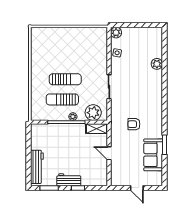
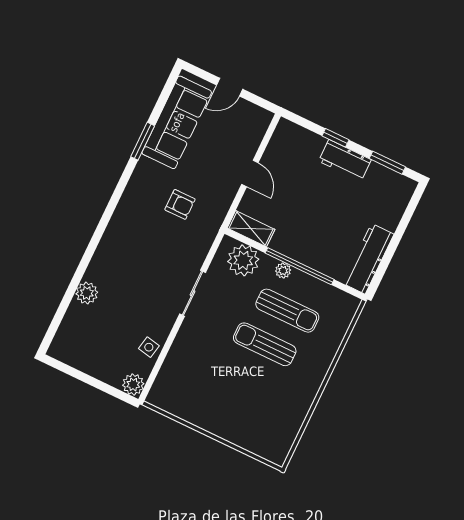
sofa: (153, 155) -> (177, 122), width x1.36
workbench: (37, 167) -> (368, 259), moved
door: (137, 188) -> (230, 87), swing flipped

